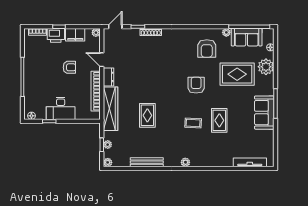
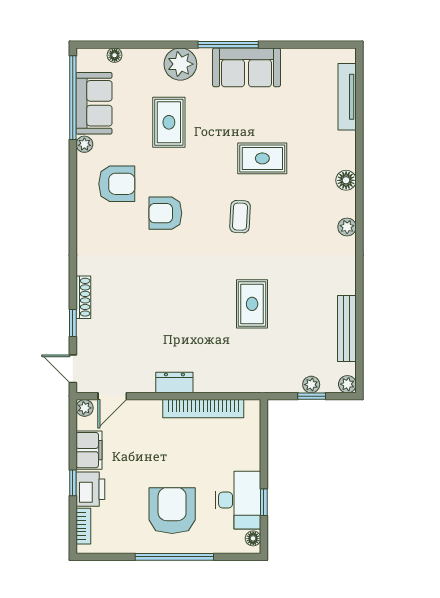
door: (102, 60) -> (112, 396), moved
armchair: (69, 67) -> (172, 511), moved, width x1.88, depth x1.88
plant: (266, 67) -> (180, 64), moved
rug: (237, 74) -> (169, 122), width x0.73, depth x0.70
armchair: (196, 85) -> (165, 213), moved
desk: (61, 108) -> (238, 500), moved
wardrobe: (110, 109) -> (239, 379), removed
rug: (147, 115) -> (252, 304), turned 90
coffee table: (193, 123) -> (240, 217), moved
bench: (147, 162) -> (347, 328), moved
floor lamp: (208, 162) -> (346, 180), added

